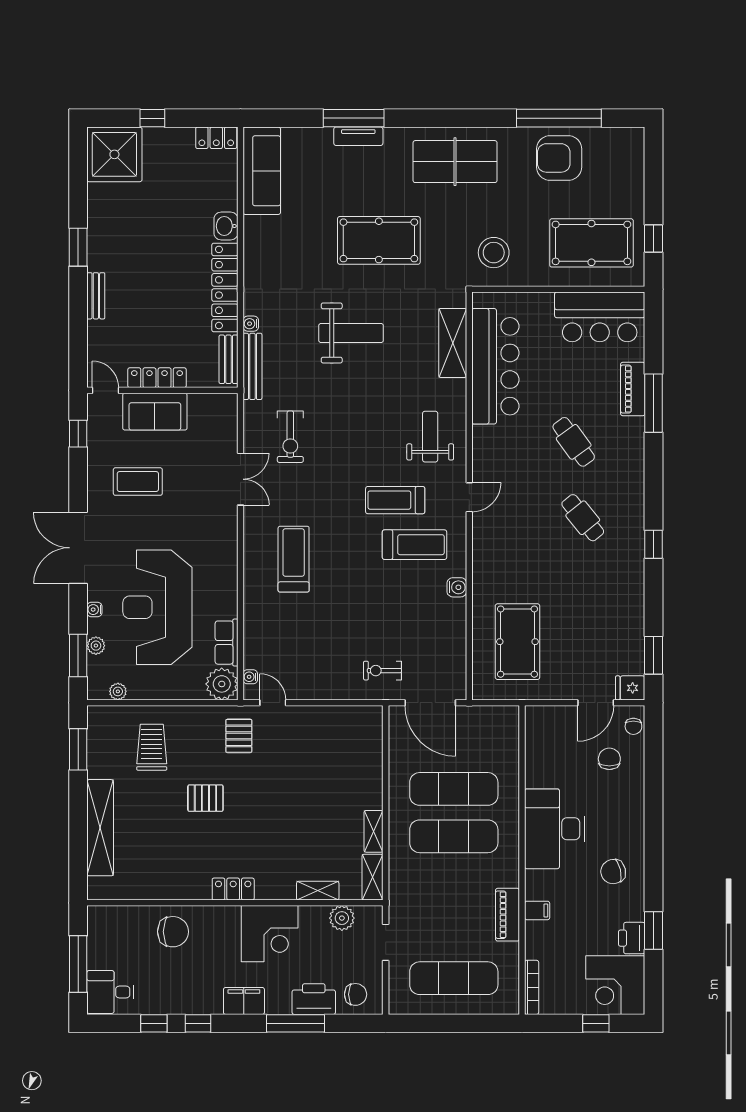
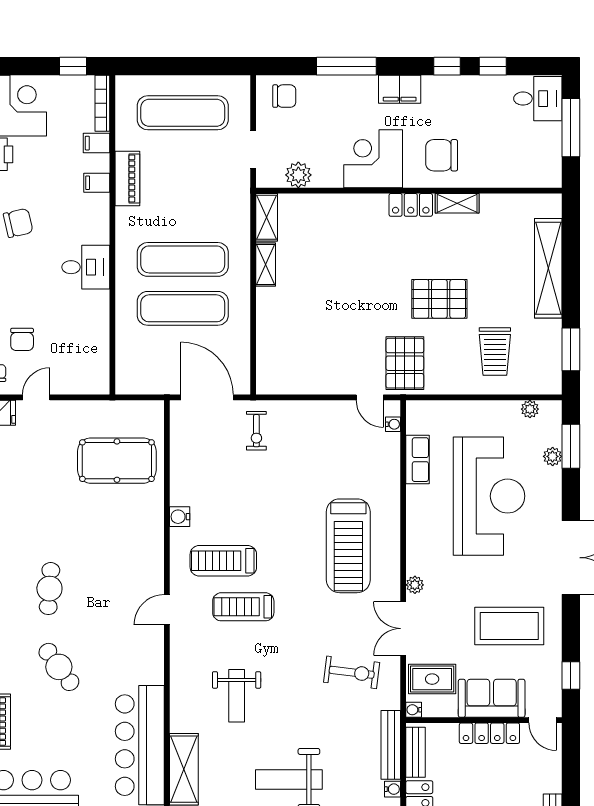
rug: (212, 430) -> (432, 679), added
exercise bike: (290, 437) -> (352, 672), turned 97
weight bench: (430, 437) -> (237, 696), moved
coffee table: (138, 482) -> (509, 626), width x1.36, depth x1.32
treadmill: (395, 500) -> (243, 607), turned 180
cafe table: (583, 518) -> (49, 589), turned 43
treadmill: (294, 559) -> (348, 546), width x1.37, depth x1.38
water cooler: (94, 610) -> (414, 710), moved, turned 180
pool table: (517, 642) -> (117, 461), turned 90
exercise bike: (383, 671) -> (256, 431), turned 90
plant: (222, 684) -> (415, 585), moved, width x0.53, depth x0.53
door: (596, 703) -> (36, 397), width x0.73
pallet: (239, 736) -> (405, 363), width x1.50, depth x1.42
pallet: (205, 798) -> (439, 299), width x1.50, depth x1.42
desk: (555, 829) -> (86, 267), width x0.53, depth x0.77
shelving: (318, 891) -> (457, 203), moved
chair: (173, 932) -> (442, 155), moved
filing cabinet: (537, 949) -> (96, 143), added
chair: (356, 994) -> (284, 96), turned 180
printer: (314, 999) -> (327, 91), removed
window: (596, 1023) -> (73, 66), moved

